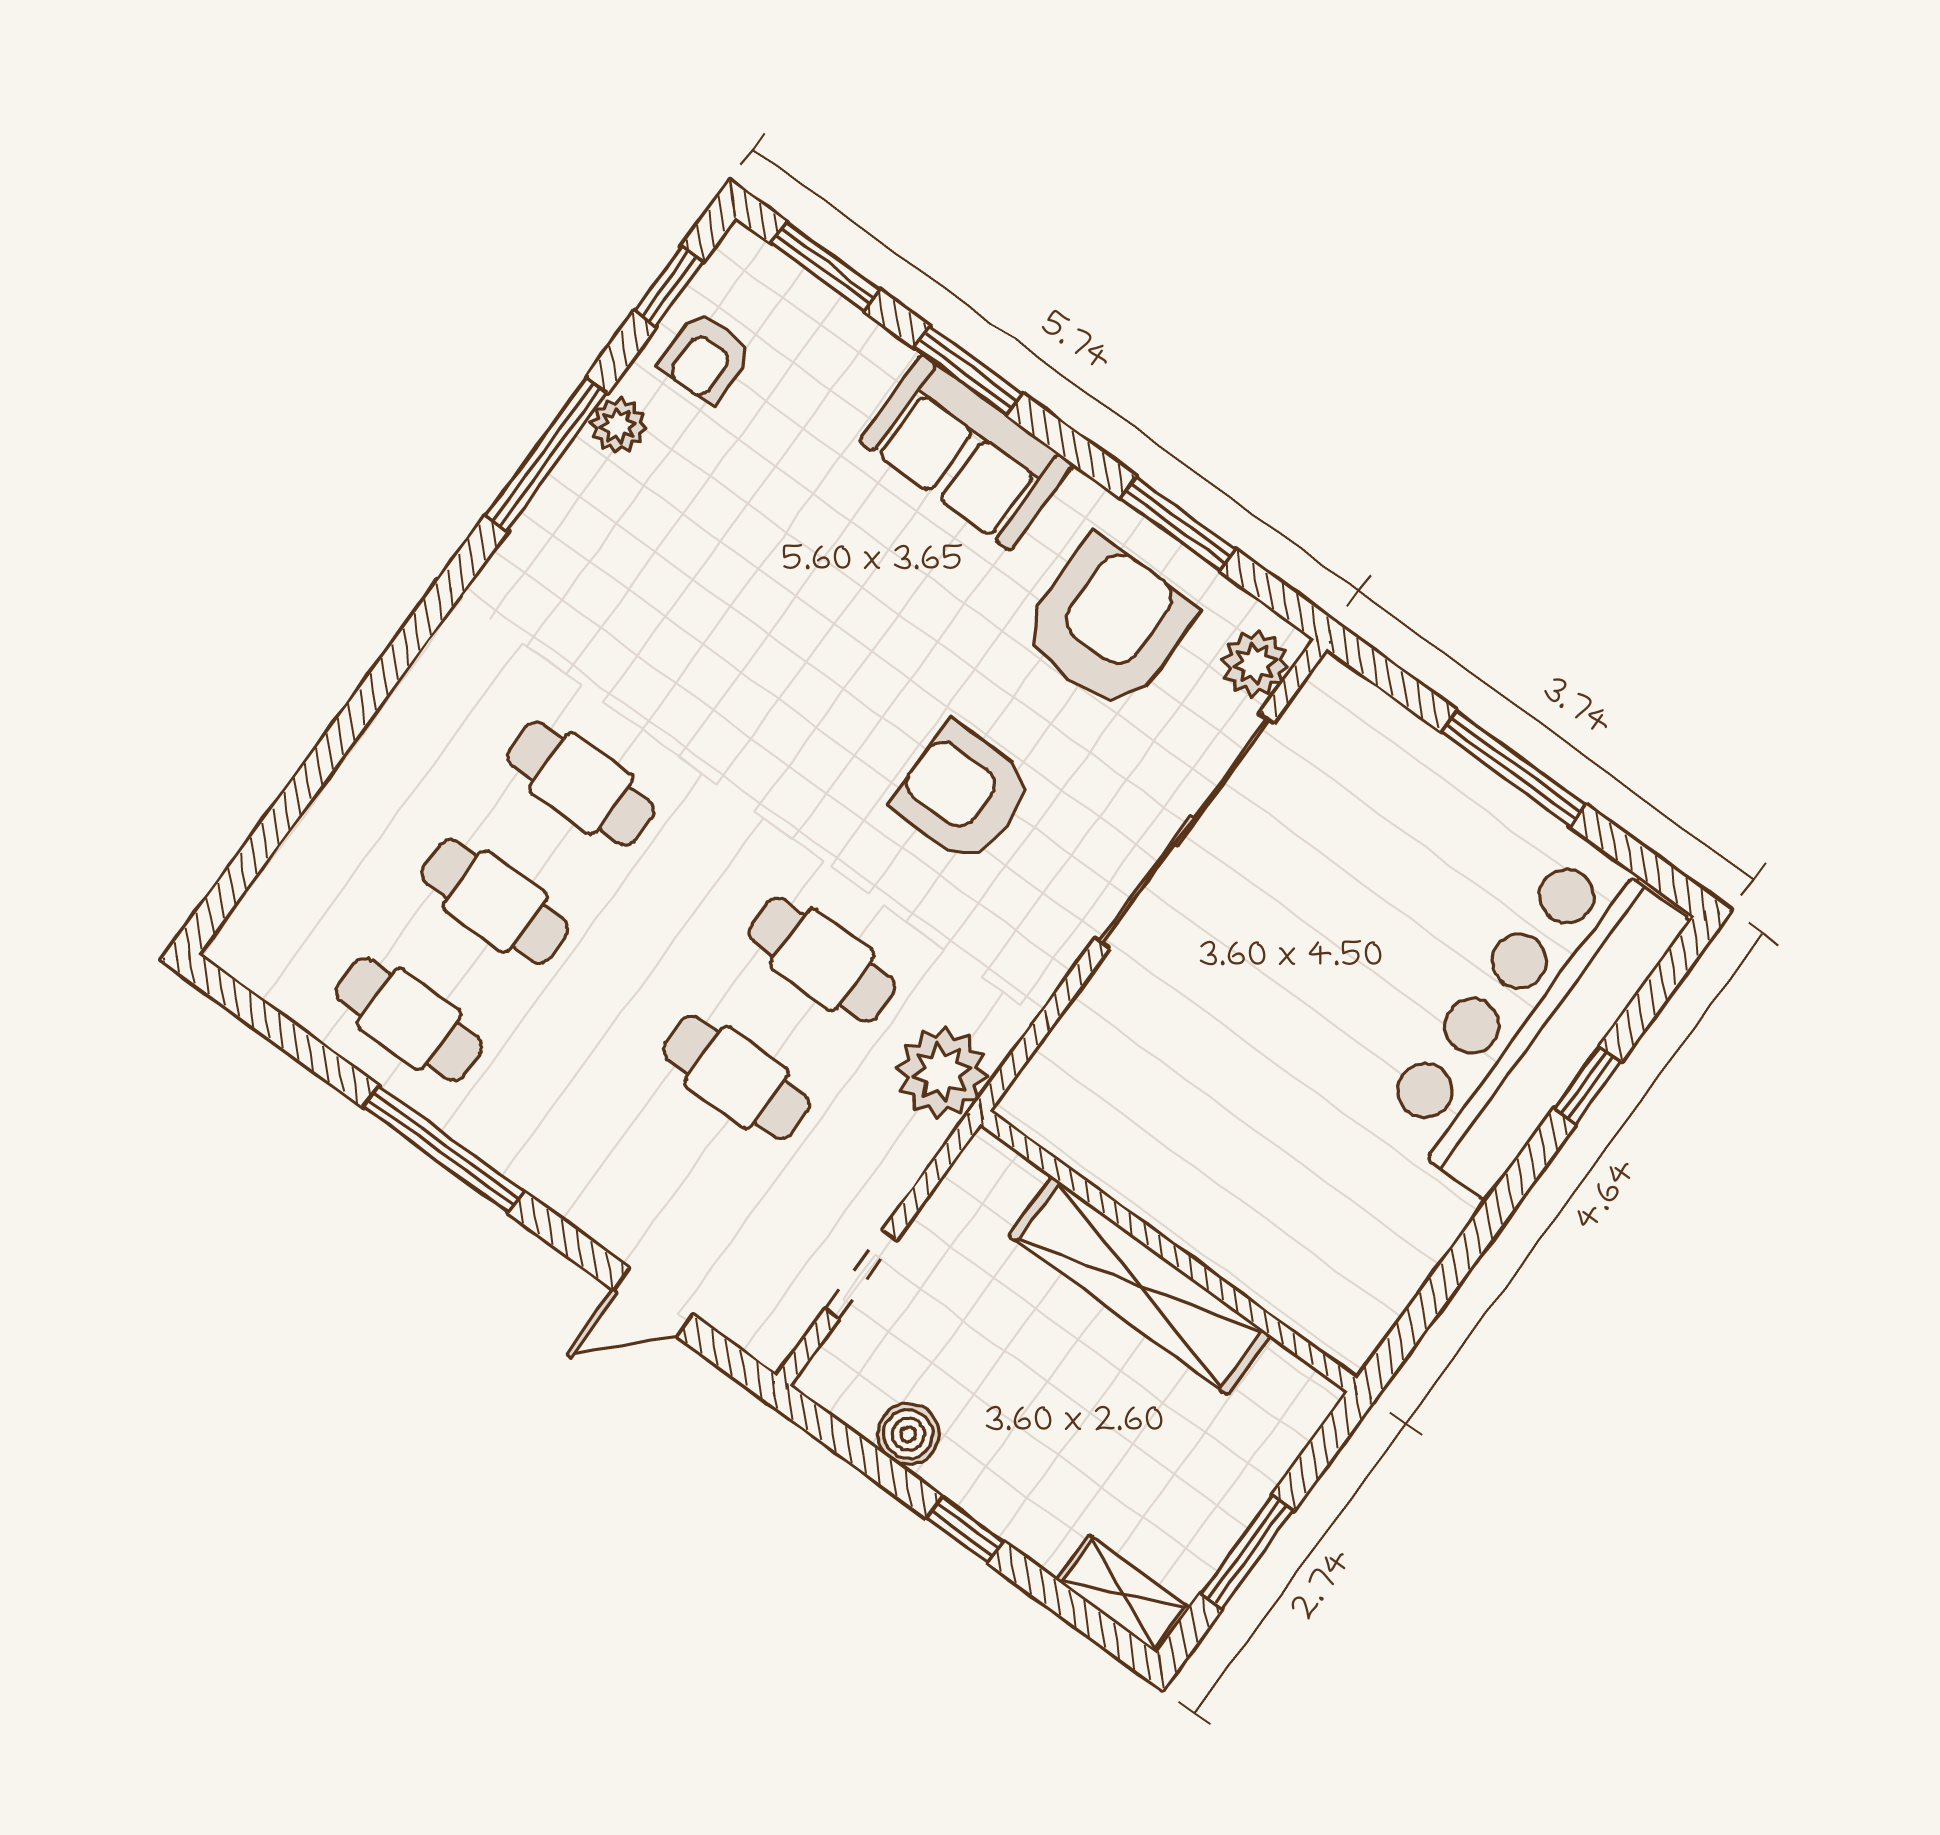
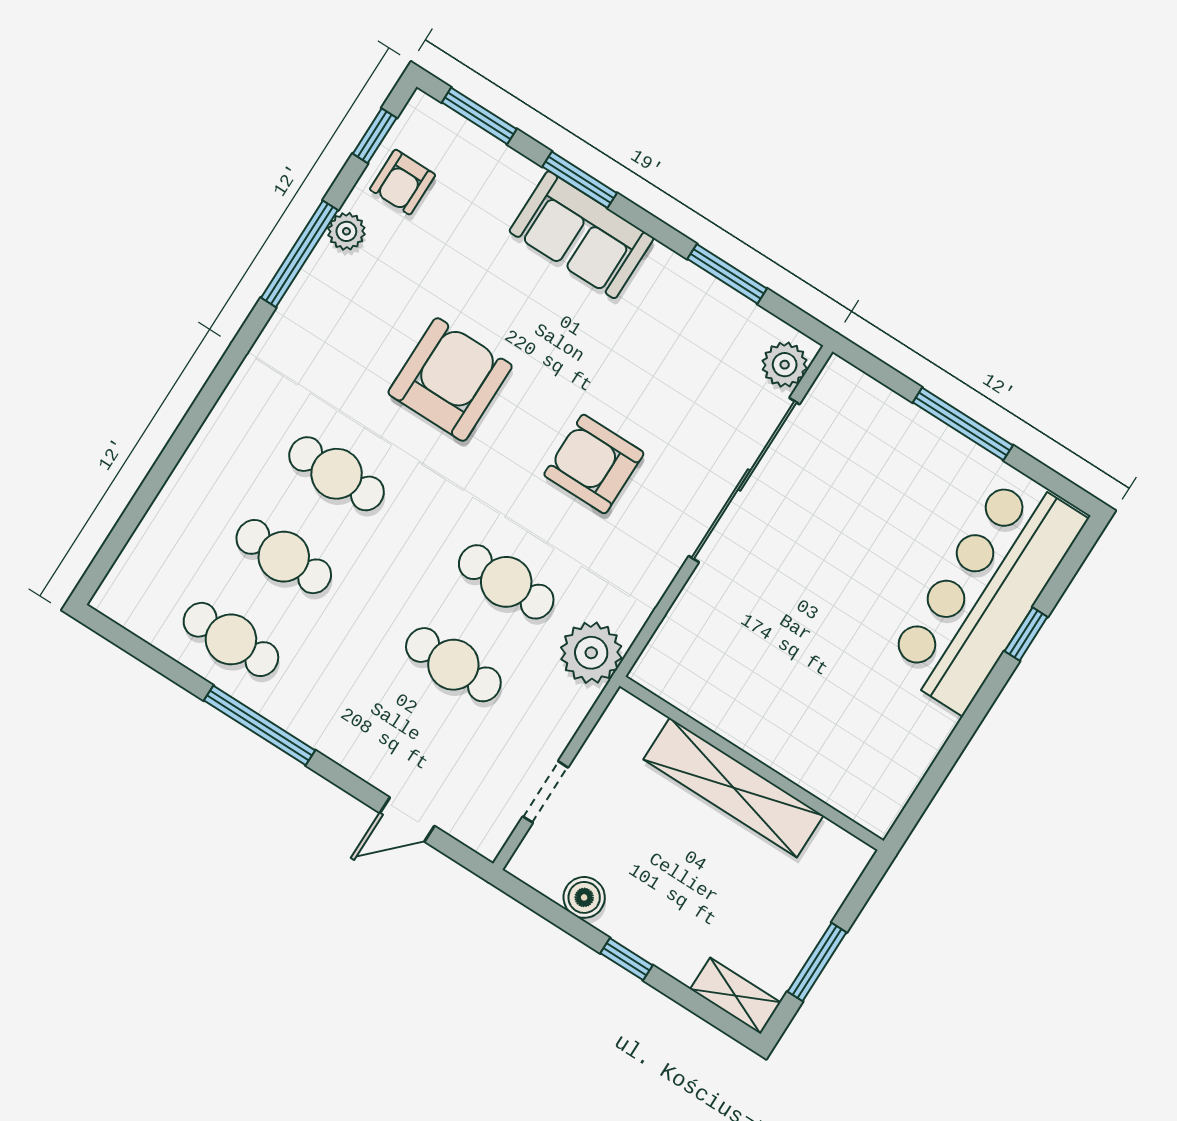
armchair: (1107, 624) -> (450, 380), moved

